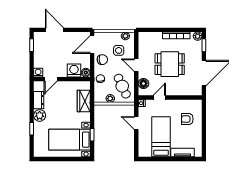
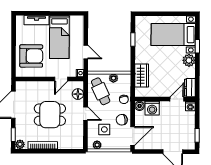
dresser: (39, 100) -> (190, 88), moved
armchair: (187, 119) -> (31, 56), width x1.88, depth x1.88
bed with nightstands: (70, 140) -> (173, 35), moved, turned 180

